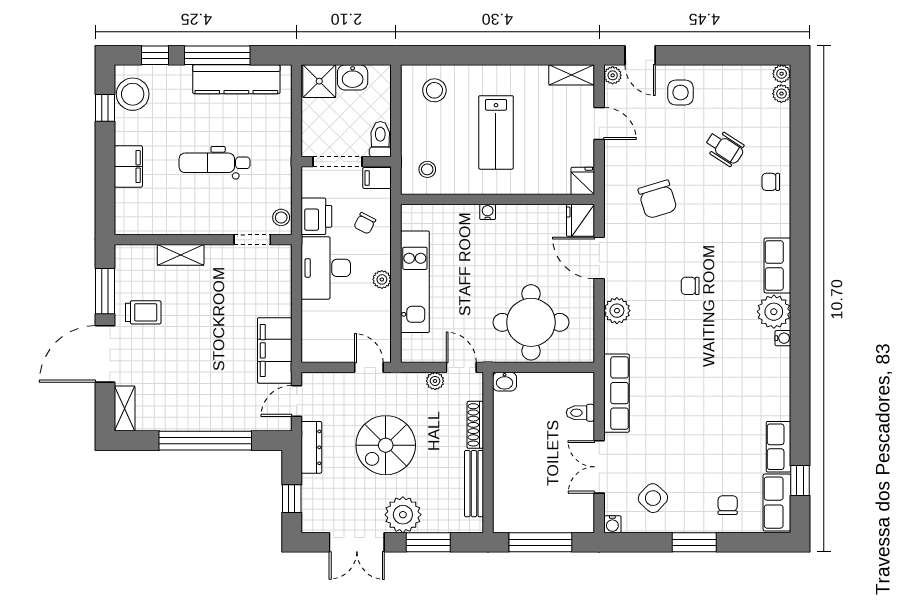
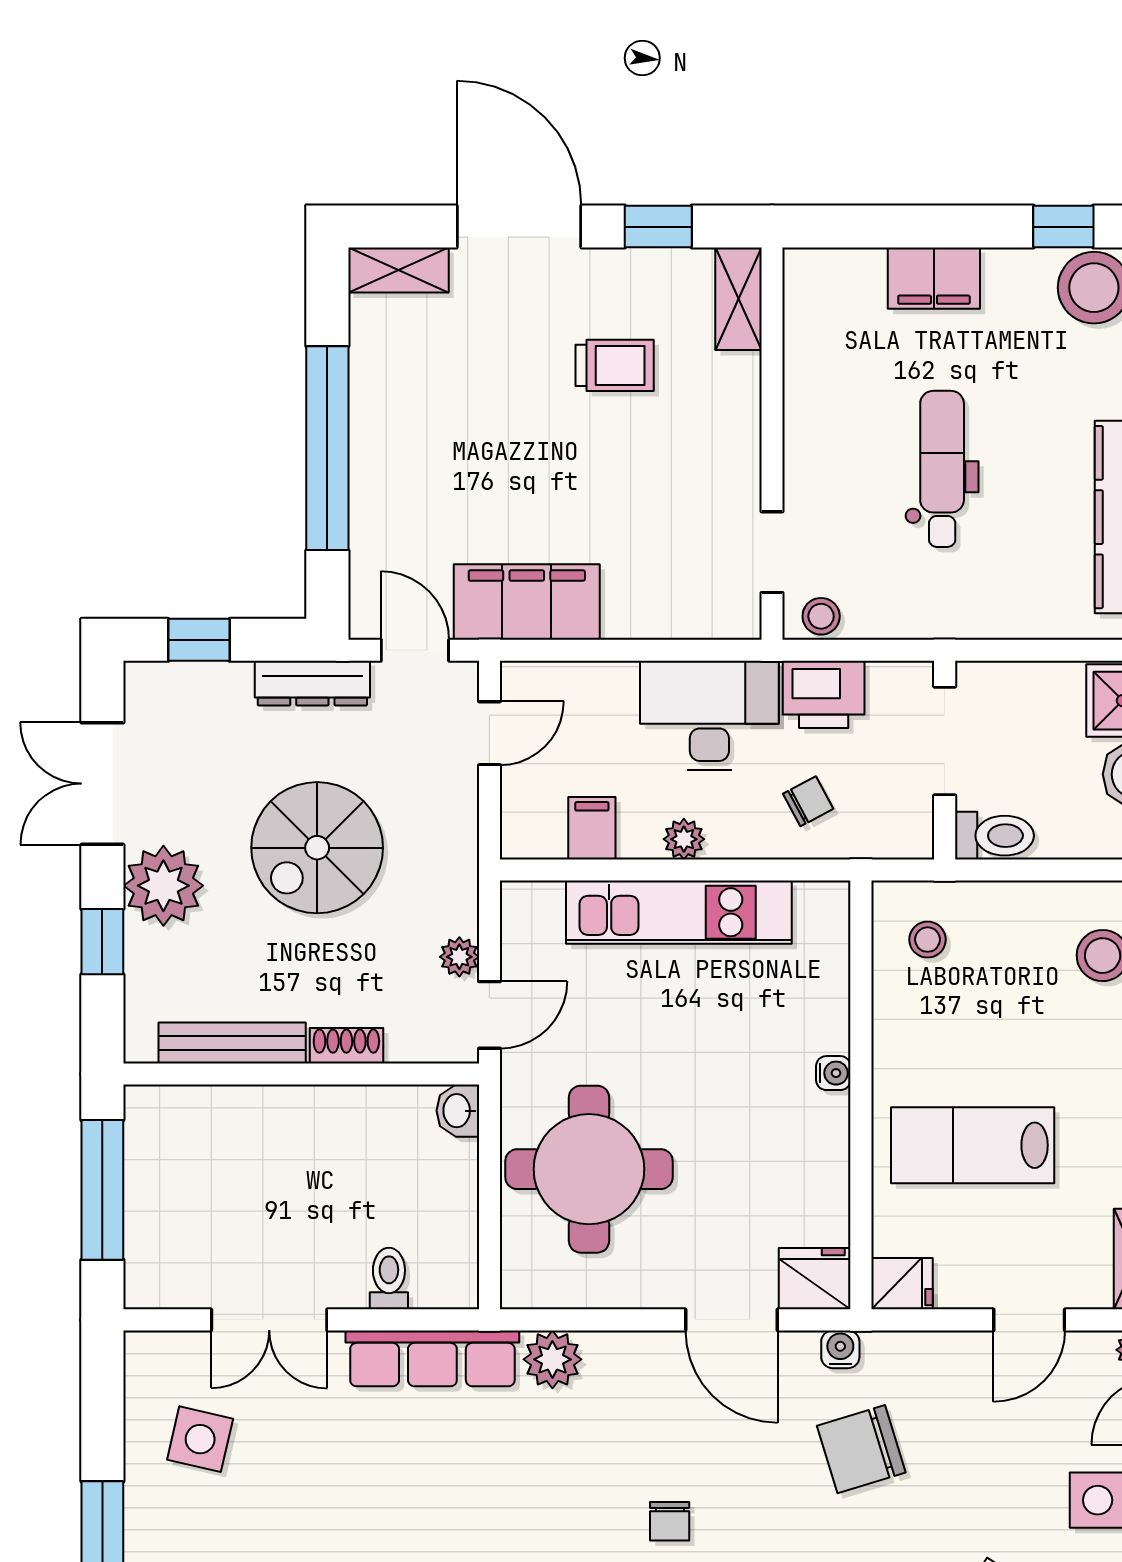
lab bench: (496, 132) -> (973, 1145), moved
filing cabinet: (377, 178) -> (592, 828), moved
chair: (365, 223) -> (808, 801), turned 125
shelving: (181, 255) -> (738, 299), moved
door: (599, 258) -> (732, 1320), swing flipped
chair: (690, 286) -> (670, 1521), turned 180
window: (105, 291) -> (658, 227), width x0.67
plant: (617, 311) -> (552, 1359), moved
trolley: (143, 312) -> (615, 365), moved, turned -90
door: (369, 367) -> (489, 733), moved
shoe rack: (475, 425) -> (346, 1046), width x0.70
spiral stairs: (386, 445) -> (317, 848), turned -90
double door: (599, 467) -> (269, 1320), swing flipped
side table: (653, 498) -> (200, 1439), turned -30
water cooler: (612, 524) -> (840, 1349), moved, turned 90
window: (428, 542) -> (102, 942), width x0.67

